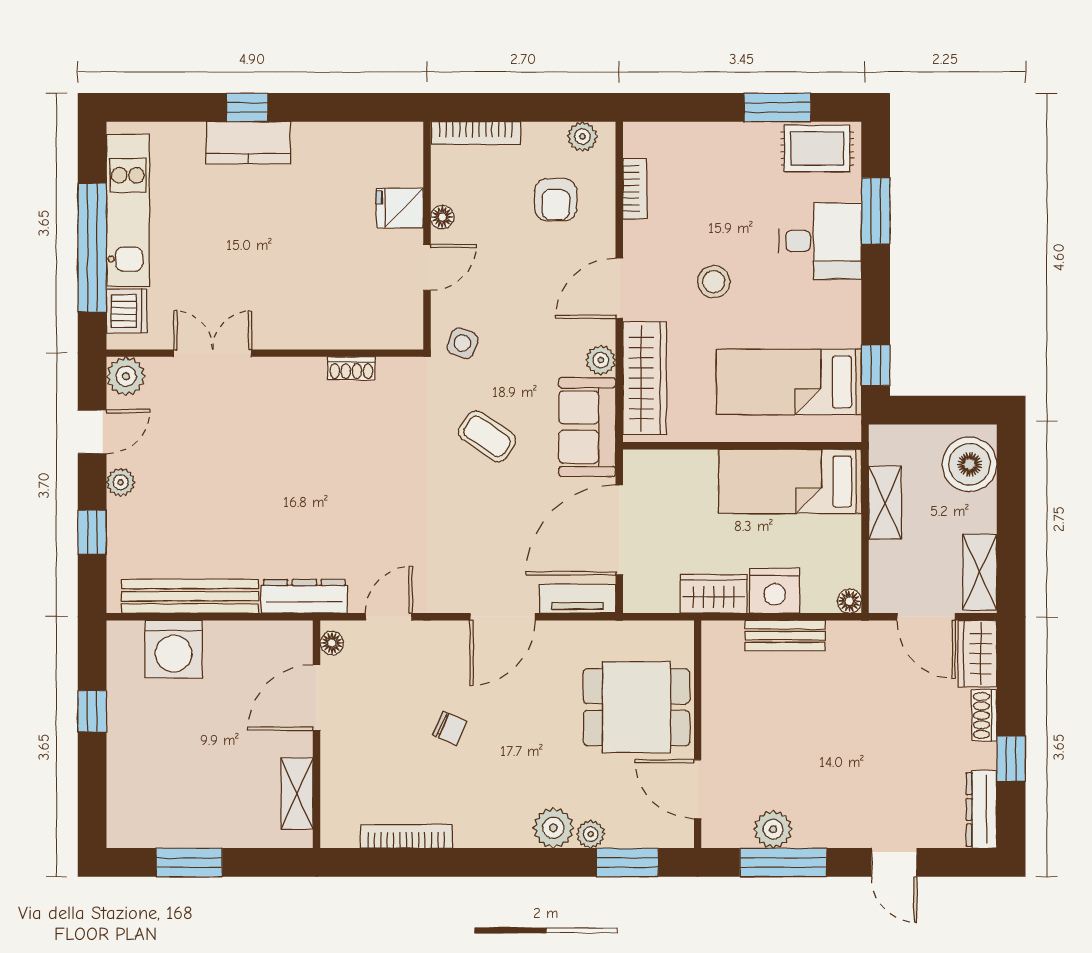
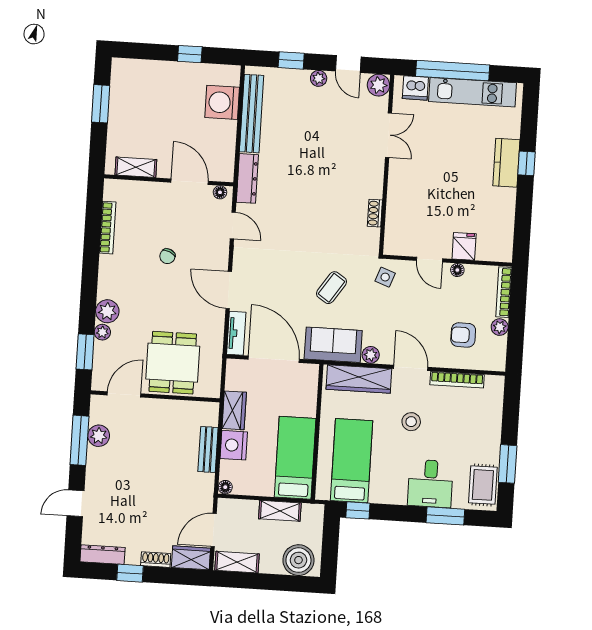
plant: (582, 136) -> (500, 327), moved
bookcase: (635, 189) -> (457, 380), width x1.56

